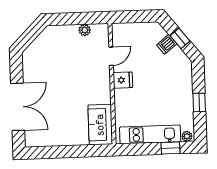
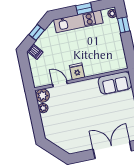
plant: (100, 32) -> (43, 96), added
dishwasher: (167, 44) -> (35, 52), moved
kitchen unit: (150, 134) -> (78, 21), moved, turned -90

